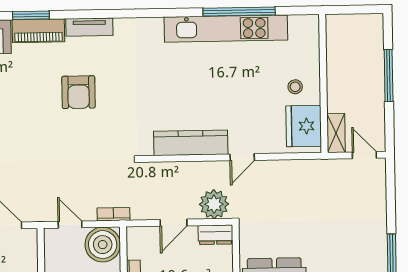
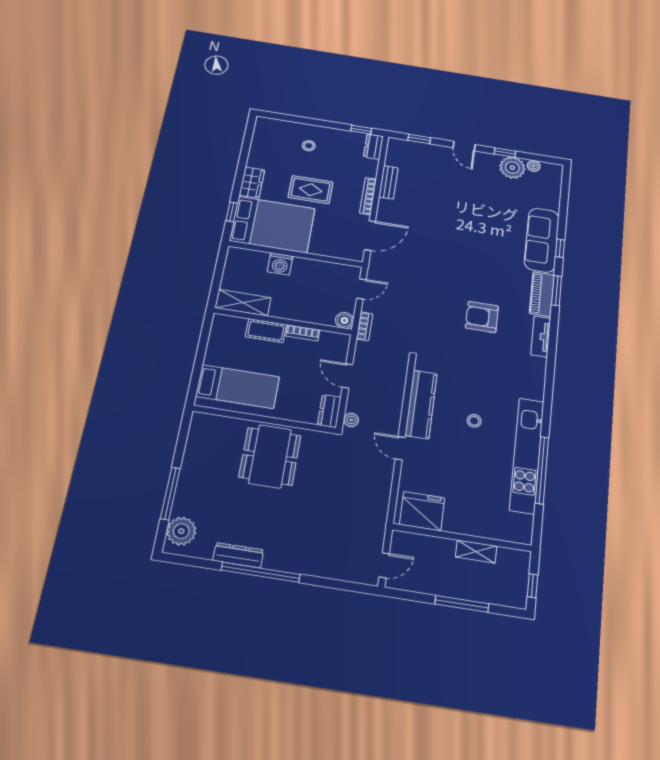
window: (359, 9) -> (533, 586), added
stool: (295, 87) -> (474, 421), moved
shelving: (336, 133) -> (476, 552), moved
plant: (214, 204) -> (351, 420), width x0.53, depth x0.53
boiler: (103, 245) -> (344, 320), width x0.54, depth x0.54

